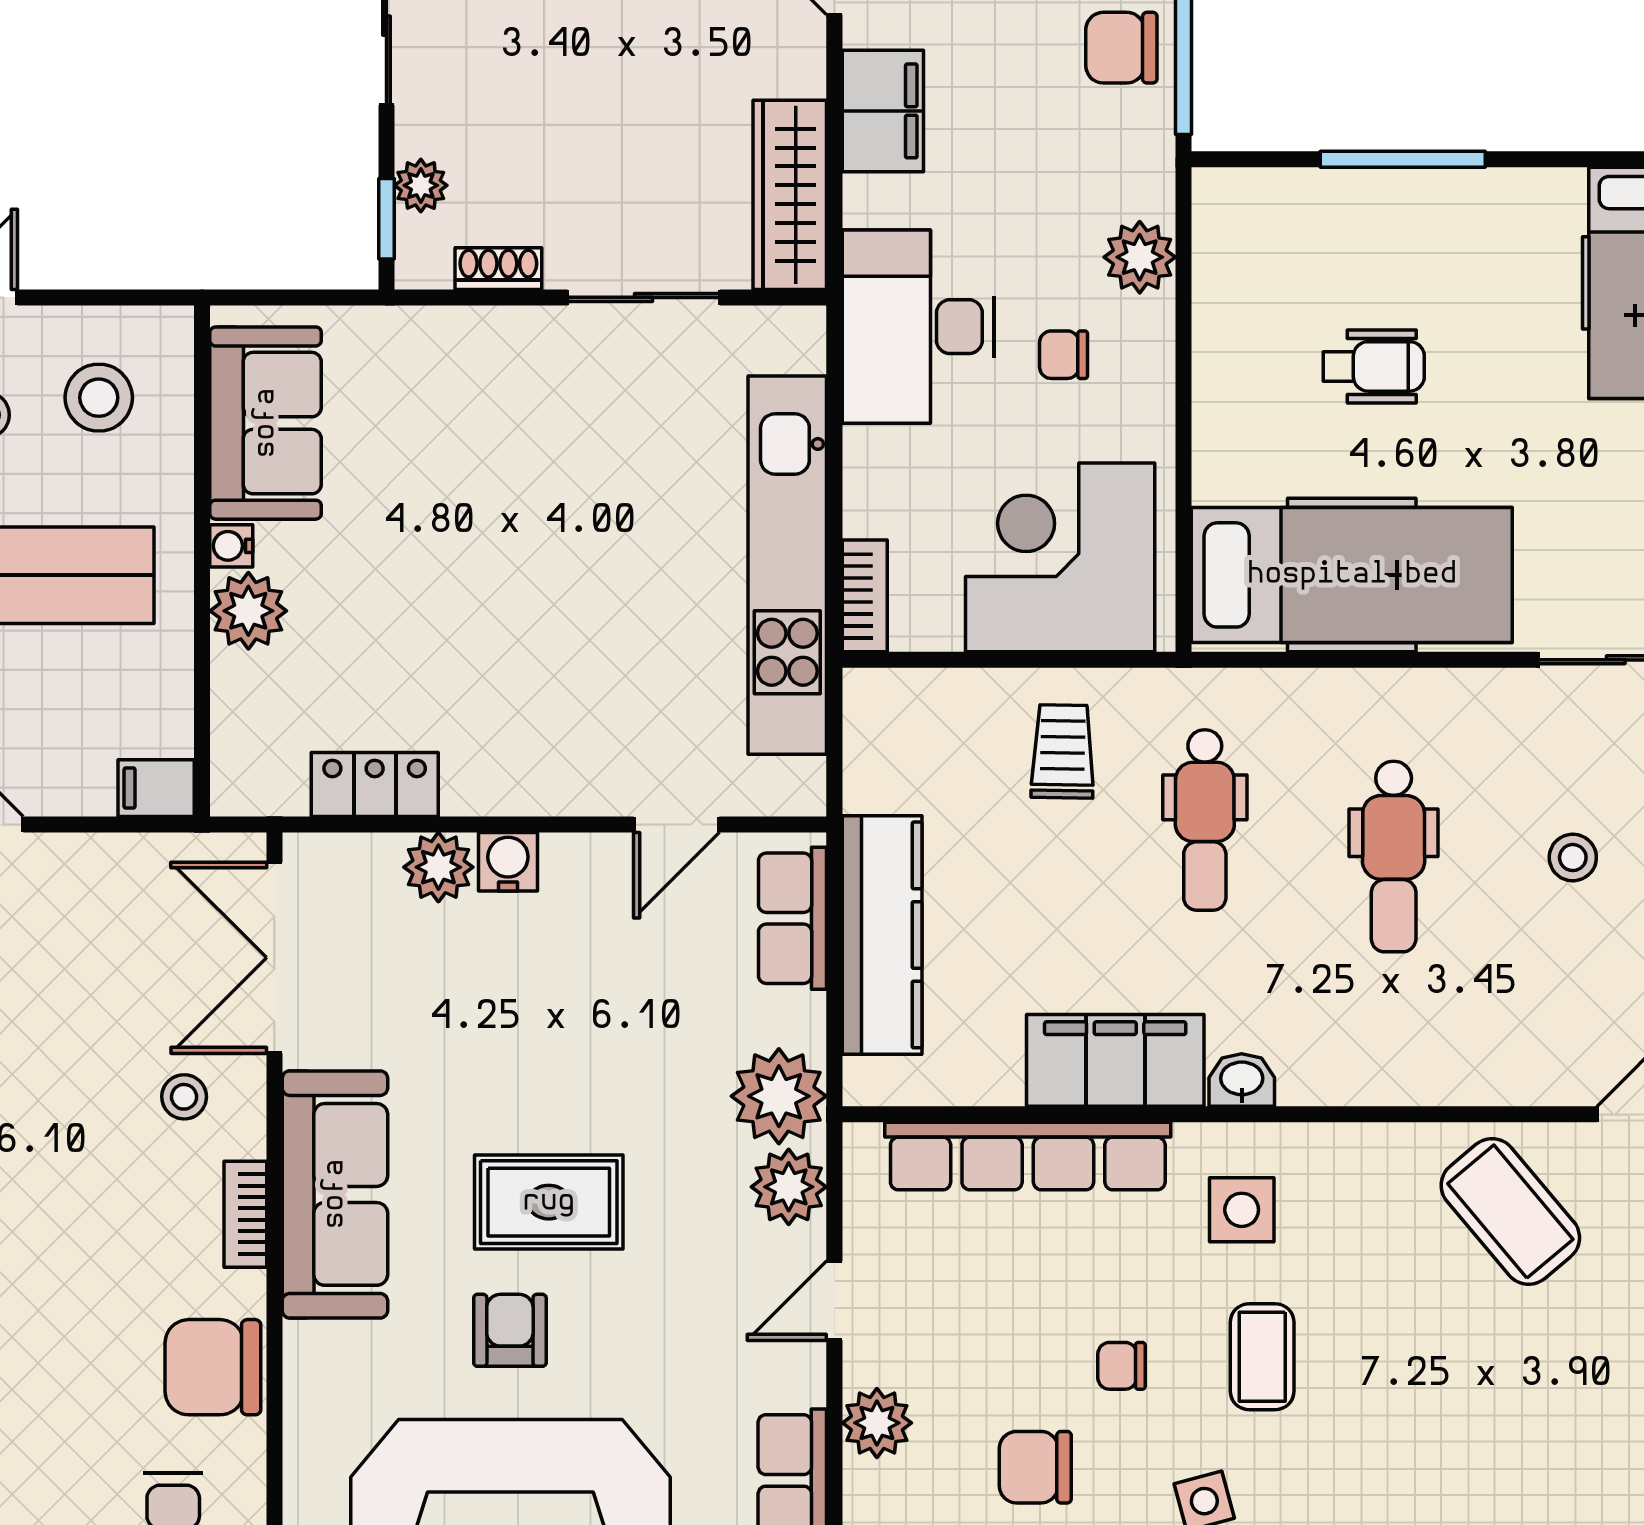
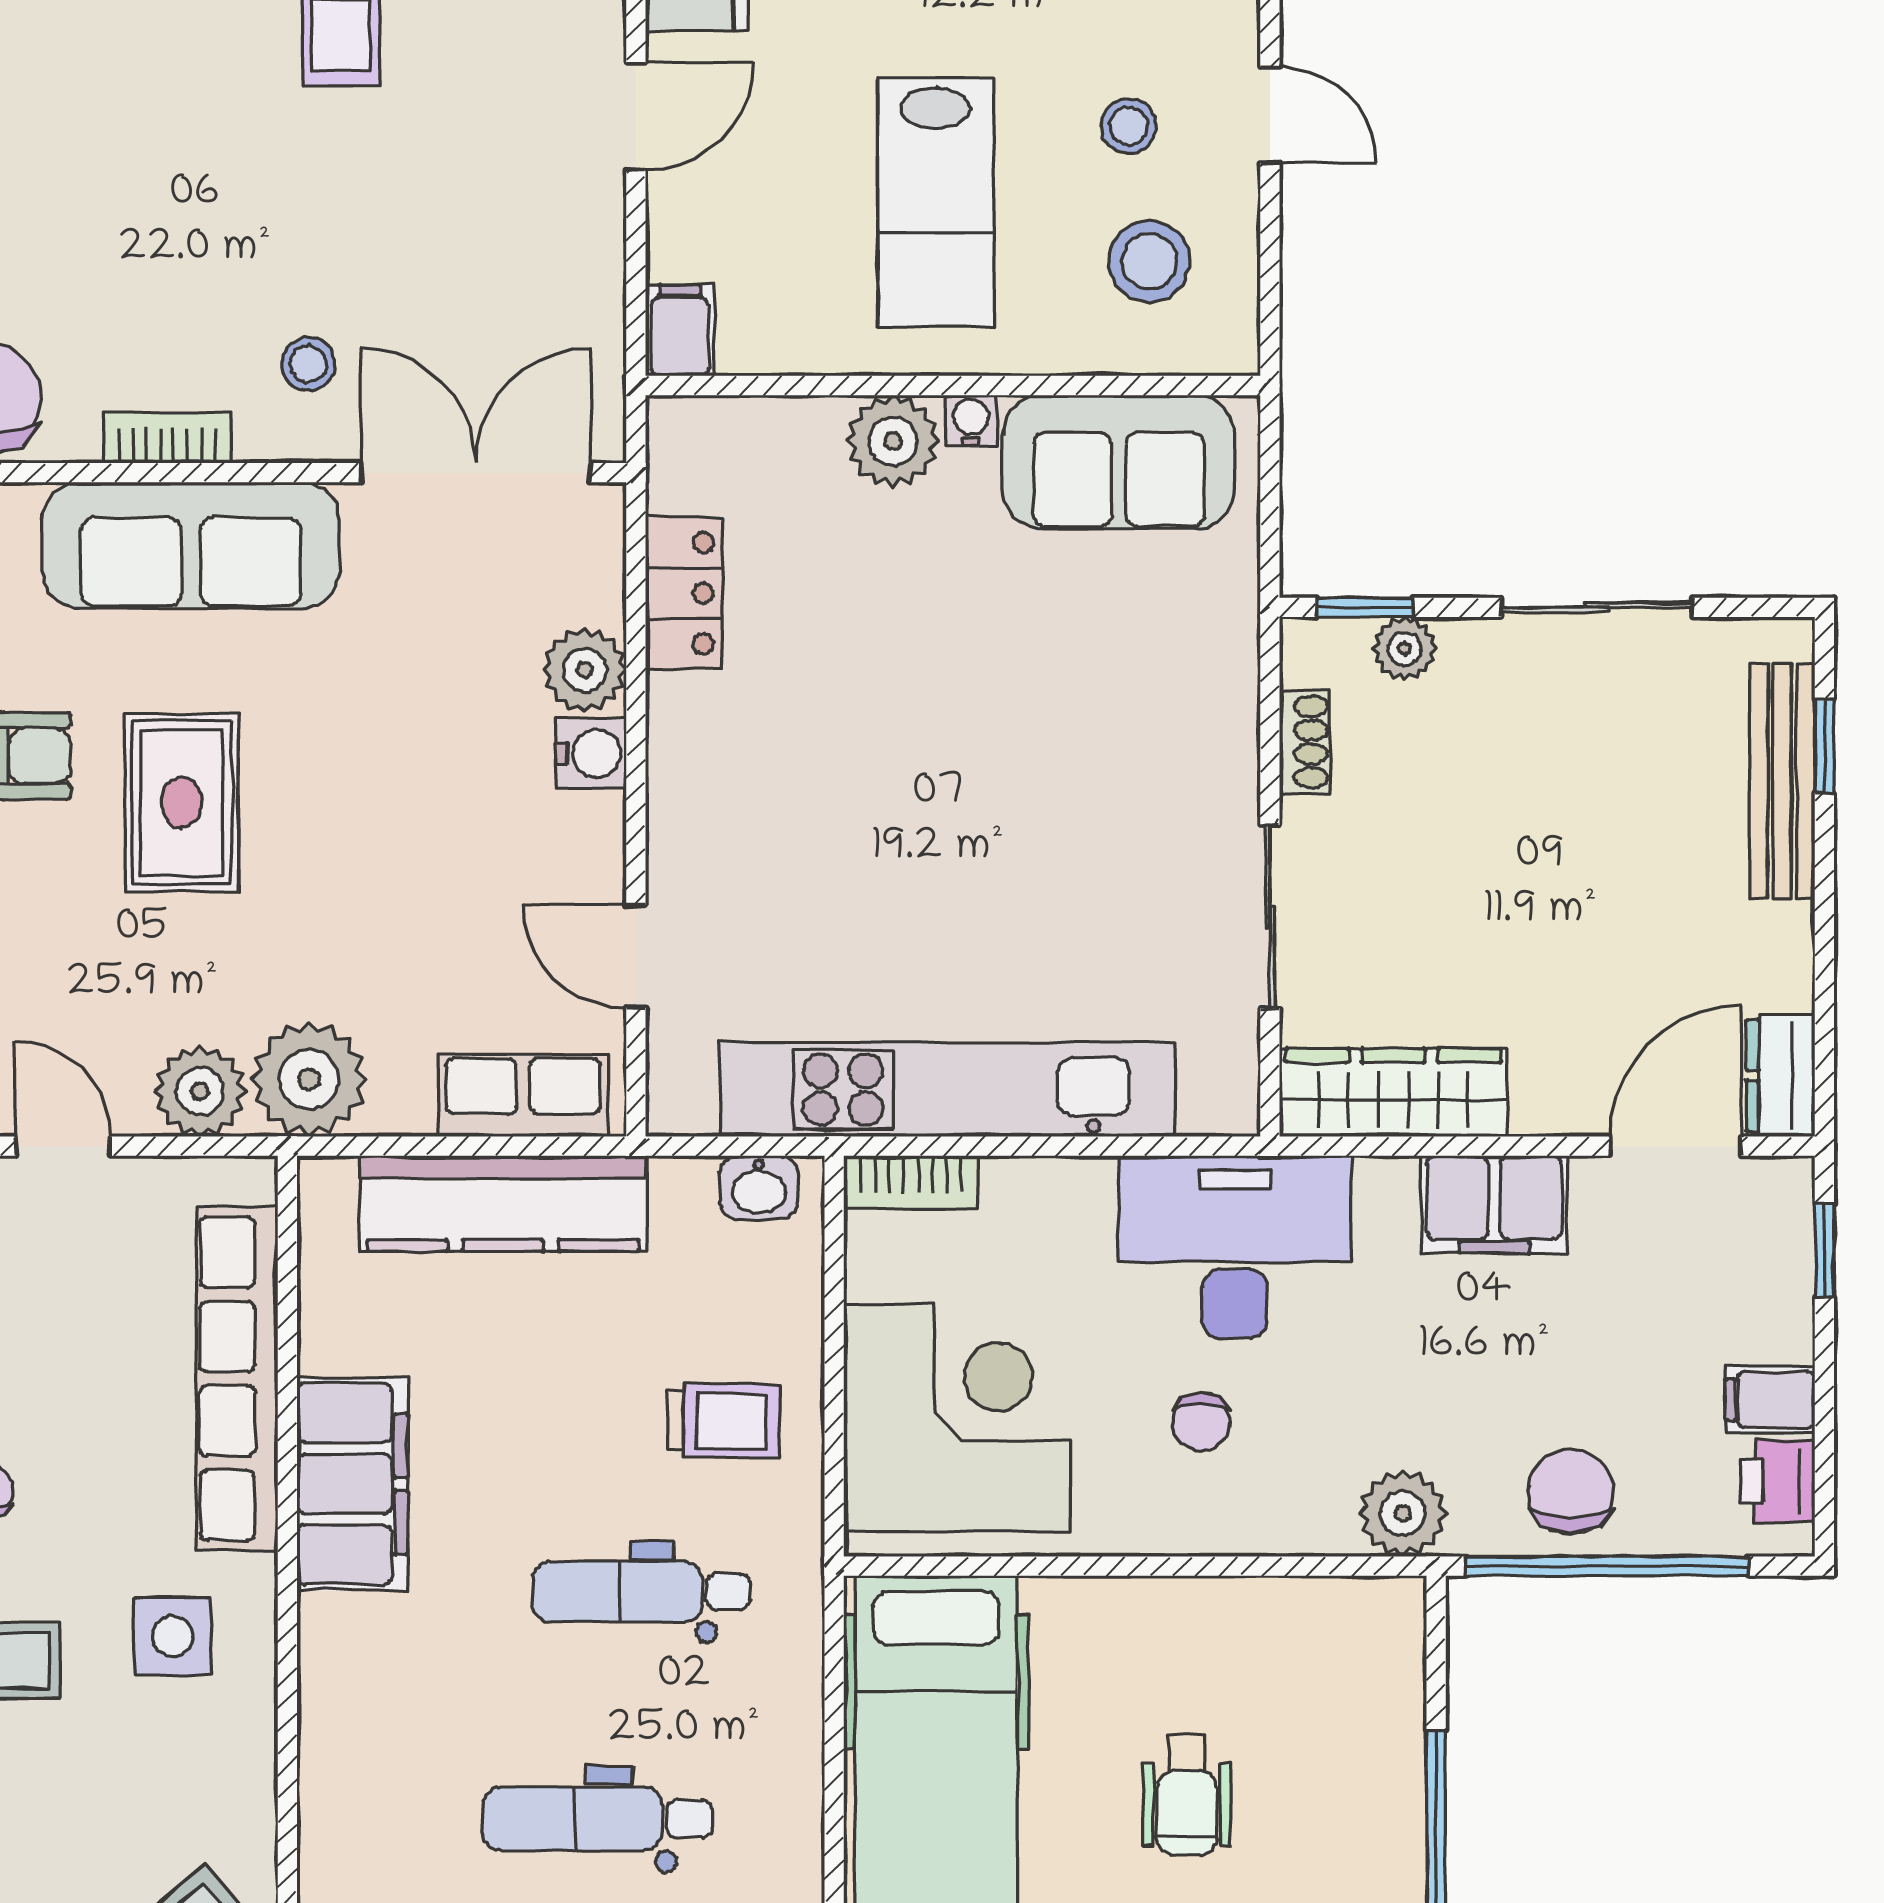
plant: (1140, 257) -> (1403, 1513), moved
chair: (1064, 355) -> (1201, 1422), turned 180
washbasin: (1242, 1080) -> (759, 1187), moved, turned 90

